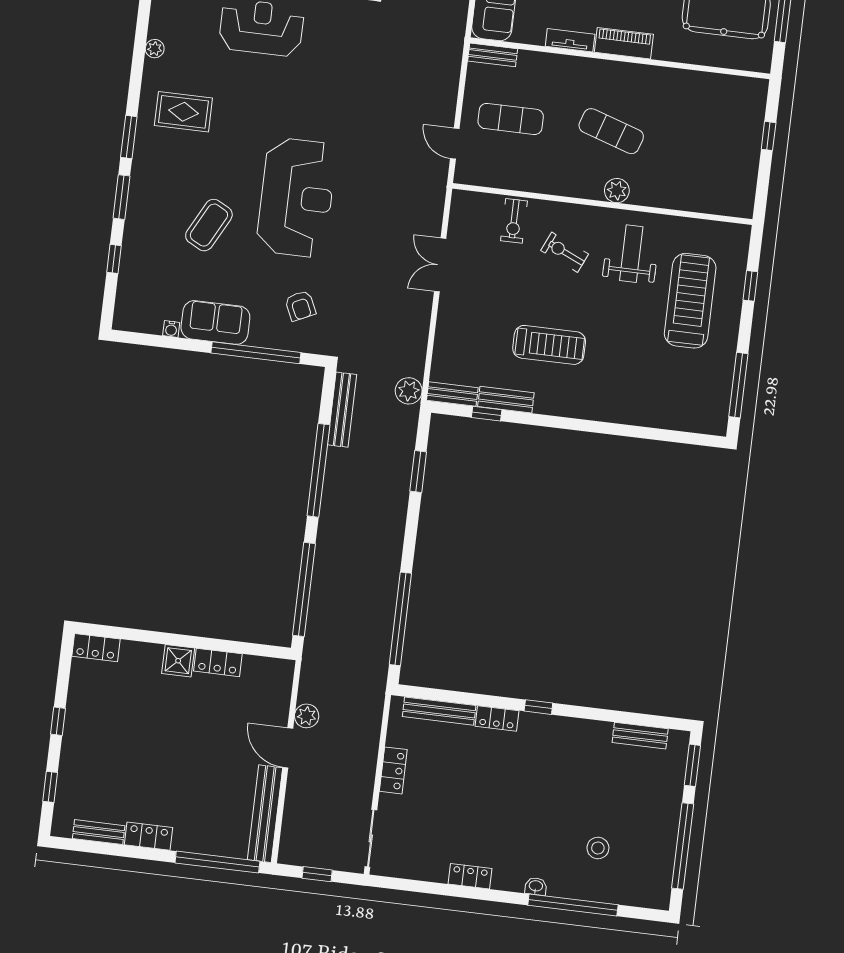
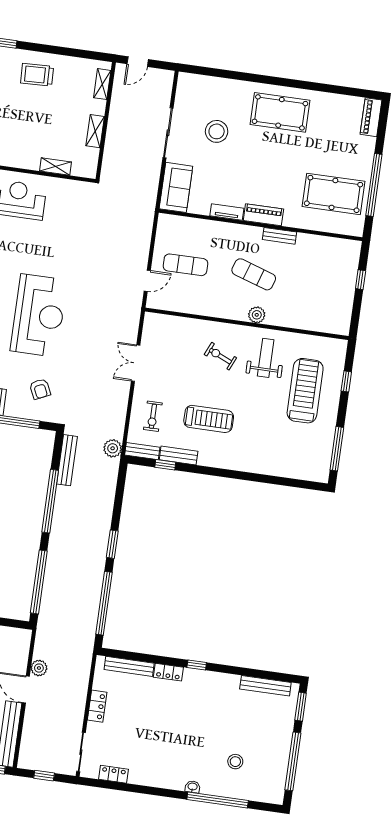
bench: (493, 55) -> (280, 236), moved
door: (455, 144) -> (147, 281), swing flipped
exercise bike: (514, 221) -> (153, 416), moved
window: (418, 471) -> (112, 544), moved
bench: (640, 736) -> (265, 686), width x1.36
locker: (470, 876) -> (113, 774), moved

